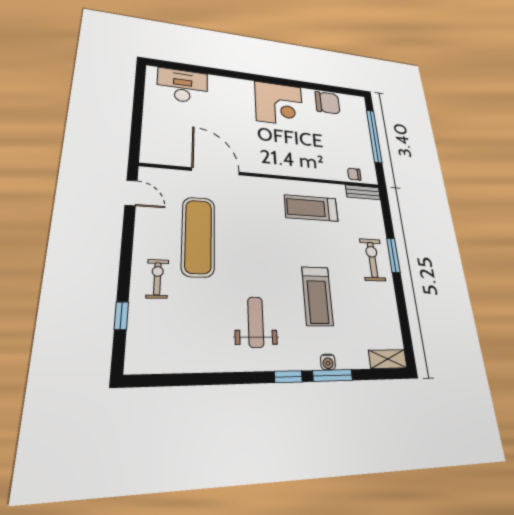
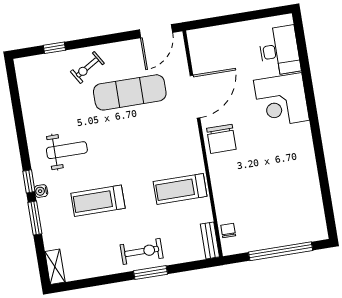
chair: (327, 103) -> (221, 139), moved
corner desk: (279, 104) -> (281, 100), moved
door: (131, 193) -> (156, 31), width x1.38
treadmill: (311, 208) -> (180, 189), turned -90
exercise bike: (157, 279) -> (87, 67), turned 149
water cooler: (328, 362) -> (41, 191), moved

